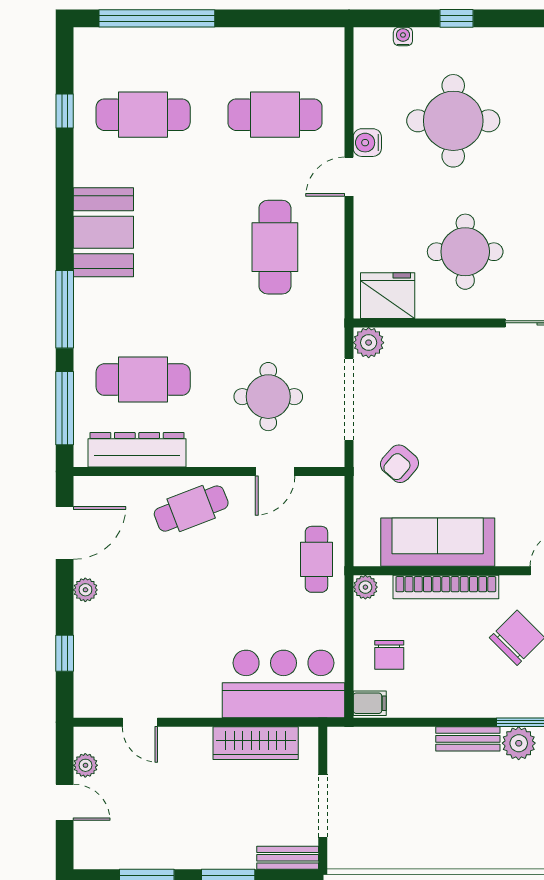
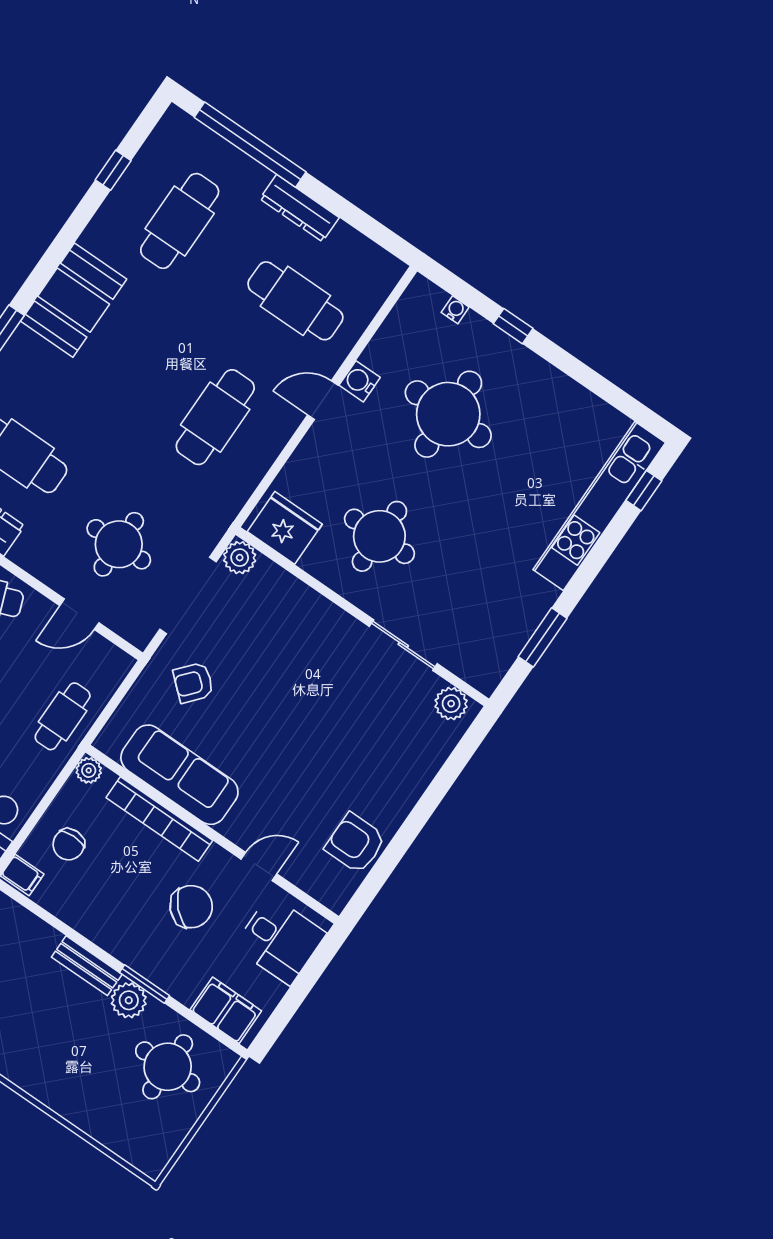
dresser: (229, 41) -> (299, 208), added
cafe table: (143, 115) -> (180, 221), turned 90

